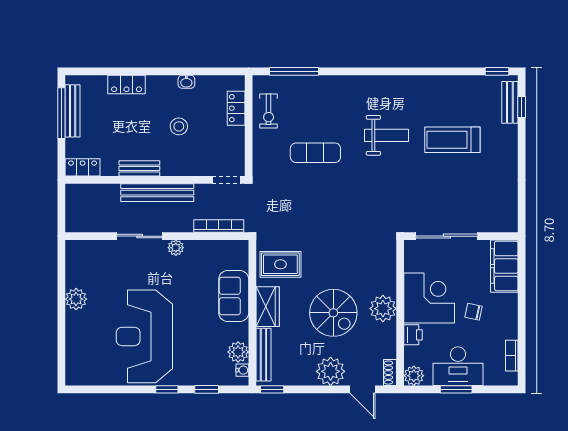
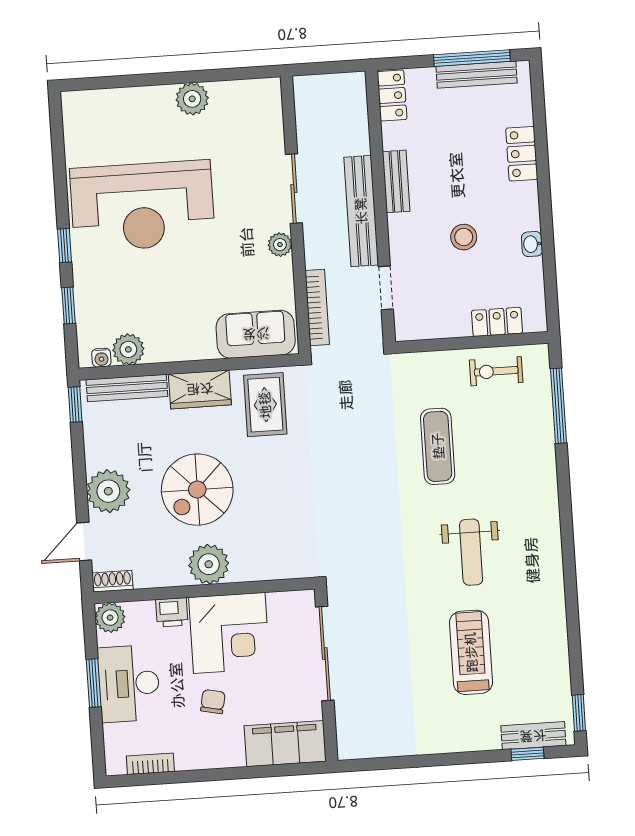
doorway: (226, 180) -> (386, 288), moved
sofa: (234, 296) -> (256, 334), moved
reception desk: (144, 336) -> (142, 206), turned 180

